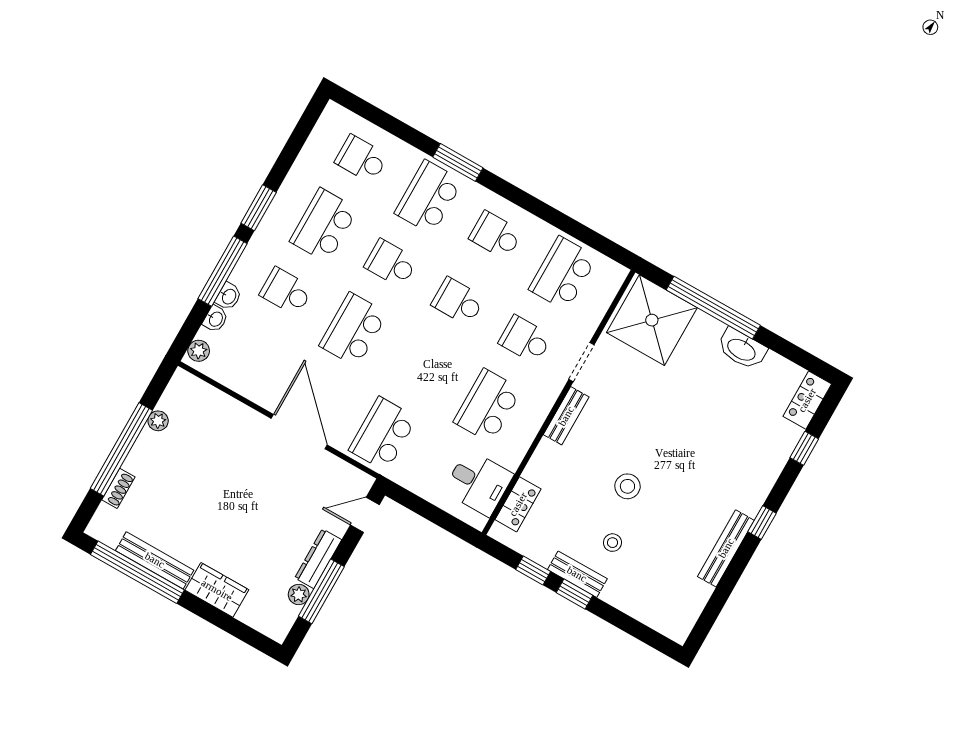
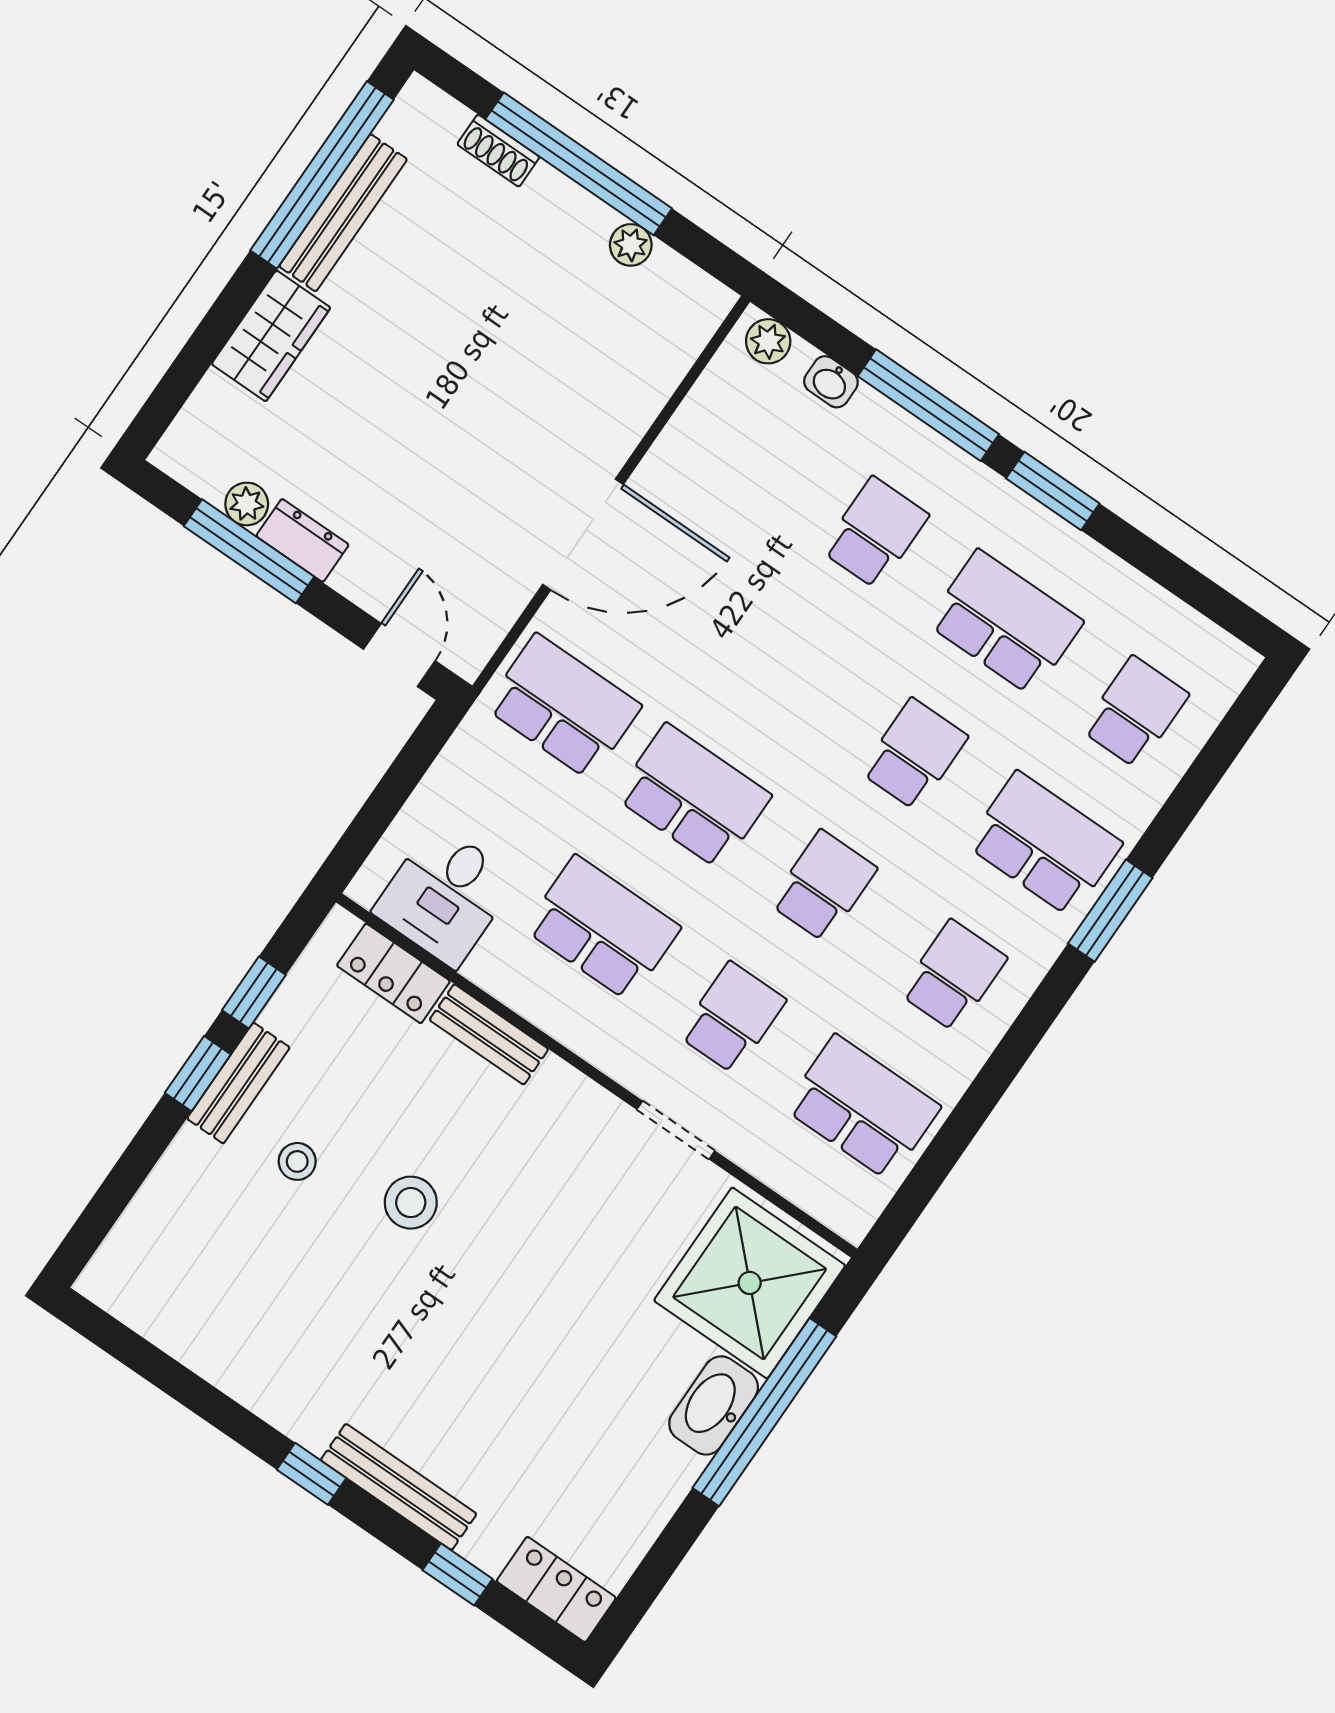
washbasin: (229, 296) -> (875, 413), removed
school desk: (353, 330) -> (693, 796), moved
washbasin: (742, 349) -> (714, 1405), moved
bench: (566, 416) -> (489, 1034), moved
bench: (726, 548) -> (399, 1487), moved
dresser: (318, 559) -> (302, 540), width x0.70

